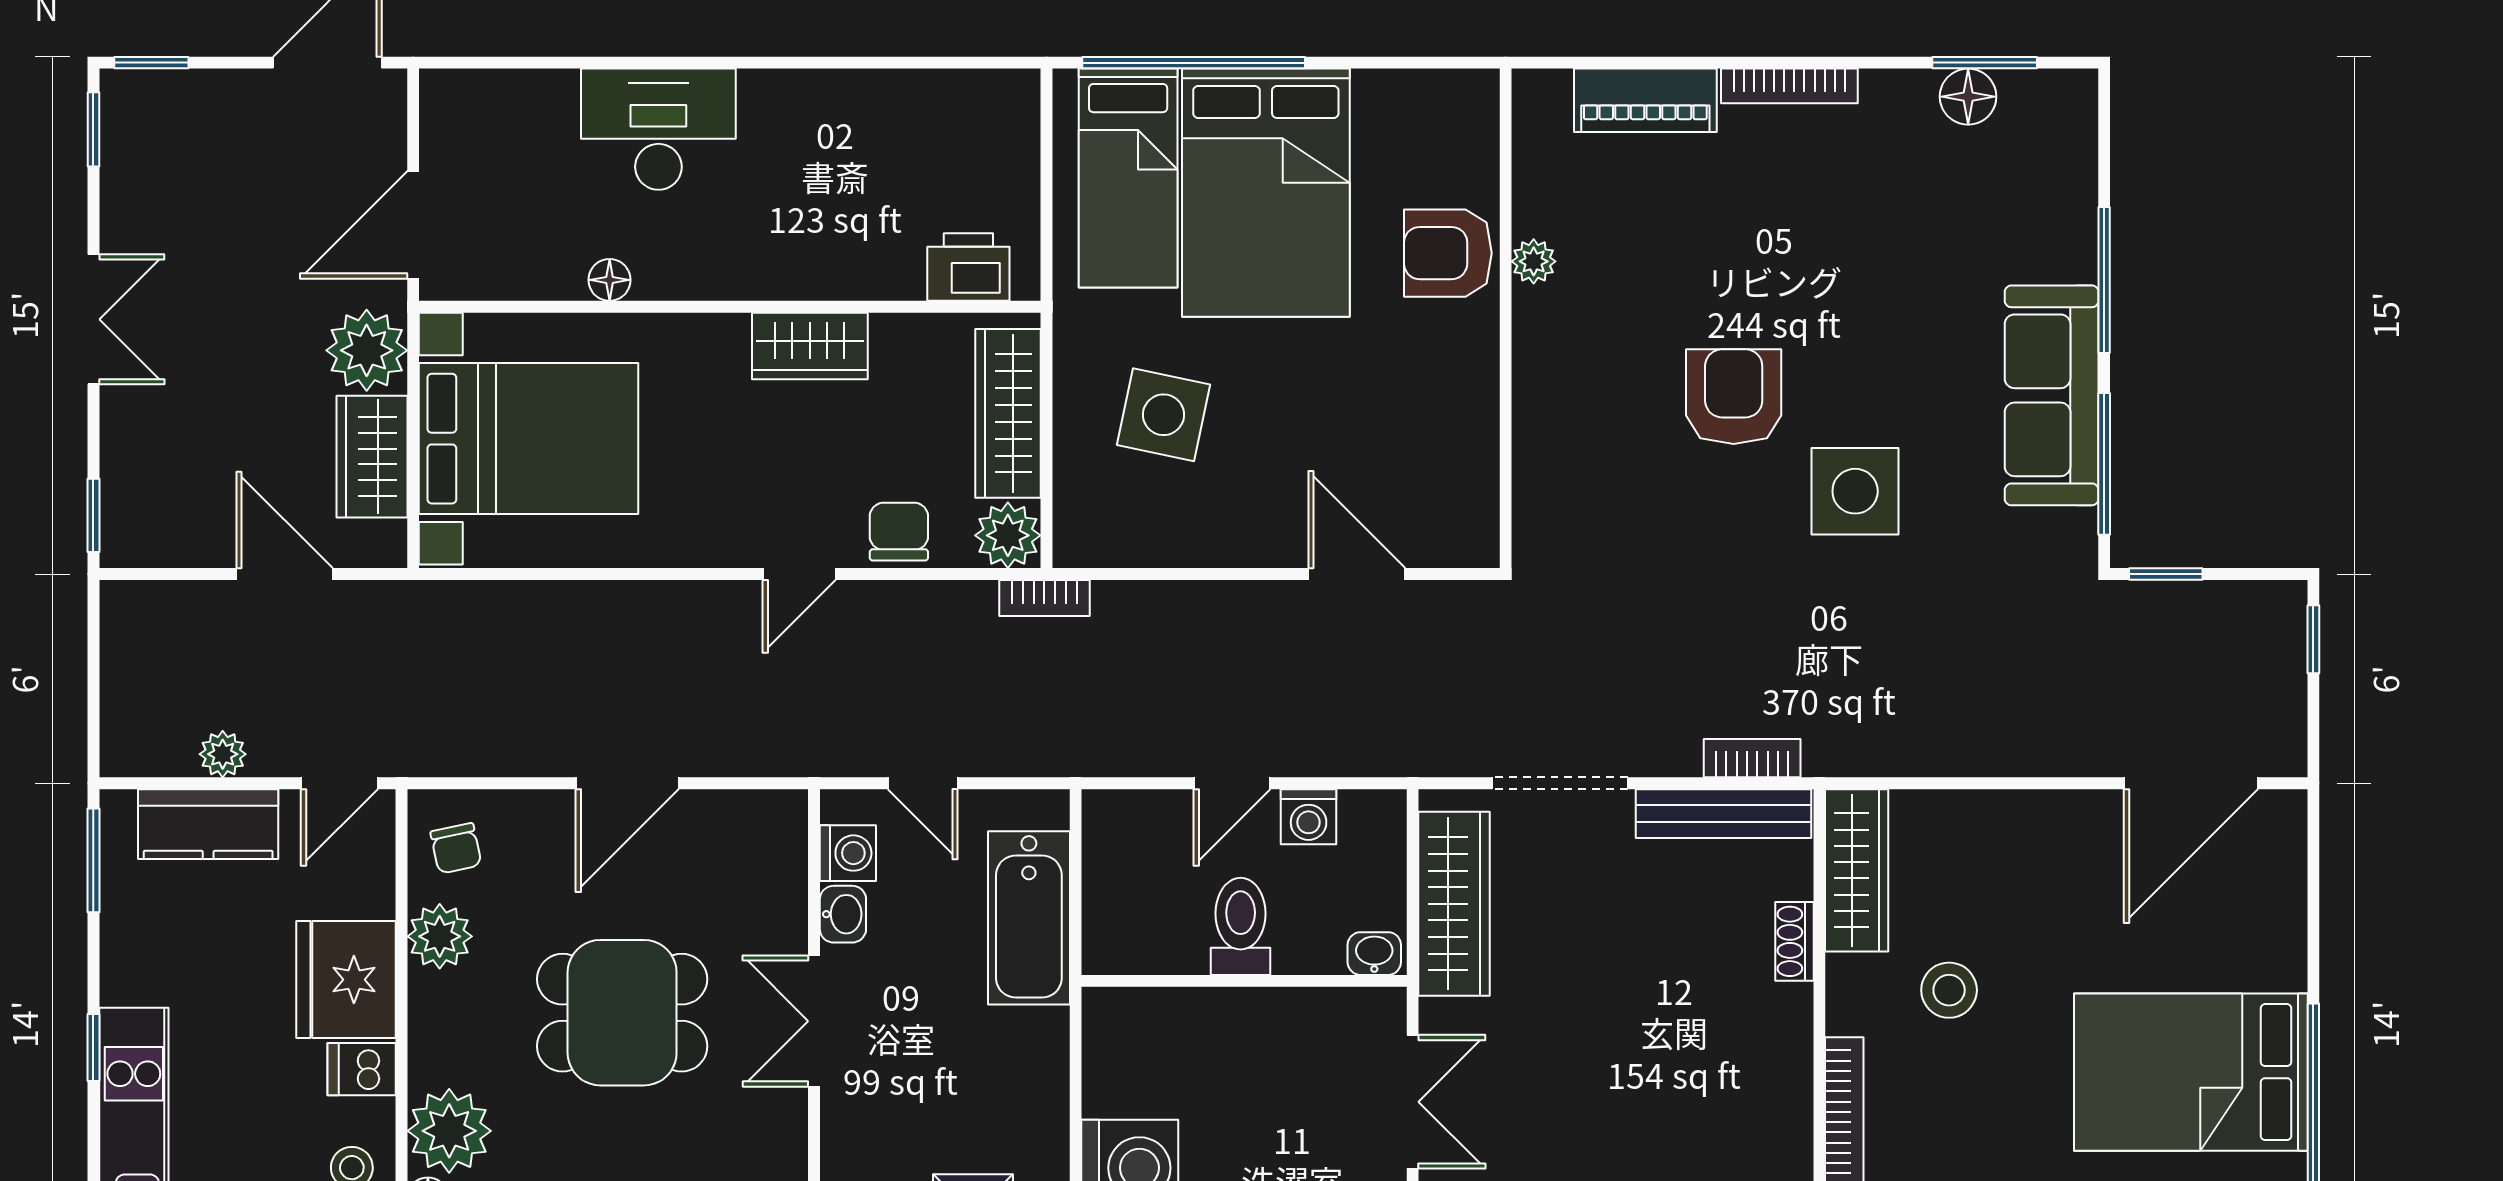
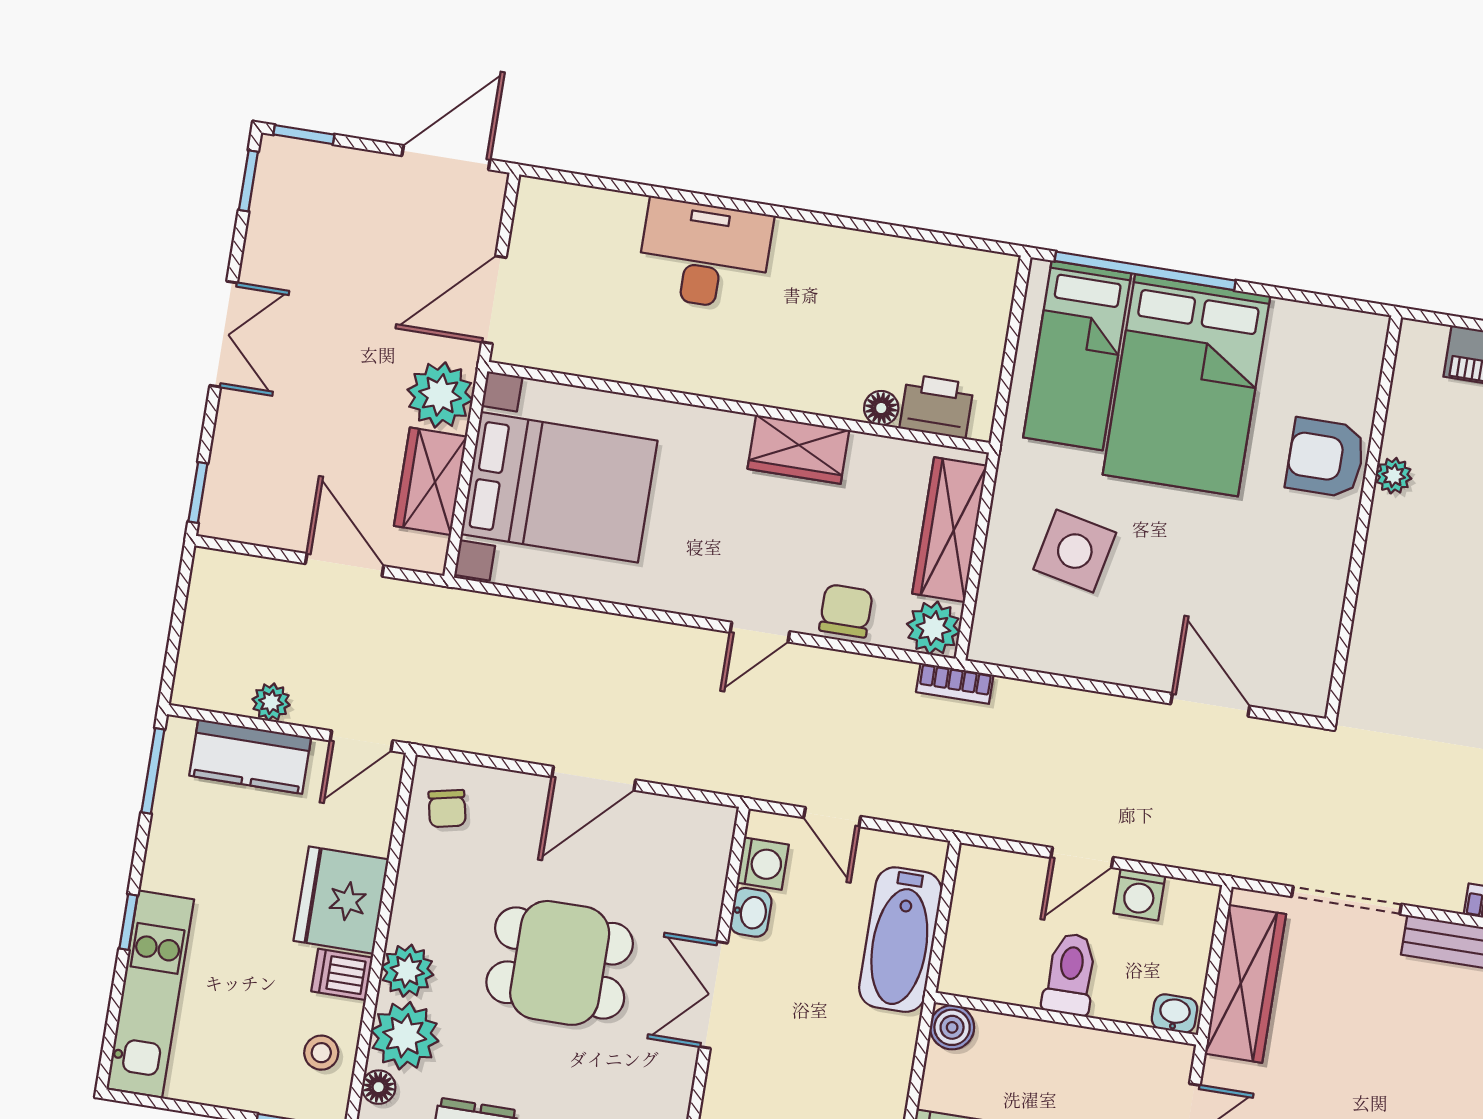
floor lamp: (610, 280) -> (881, 408), moved
plant: (440, 936) -> (407, 971), moved
boiler: (1108, 1014) -> (952, 1027), added

